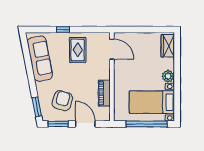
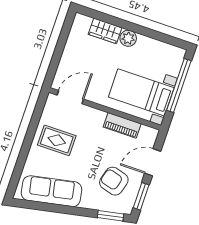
window: (63, 30) -> (25, 150), removed
wardrobe: (168, 46) -> (105, 31), moved
bed with nightstands: (152, 102) -> (141, 92), moved, turned 90

